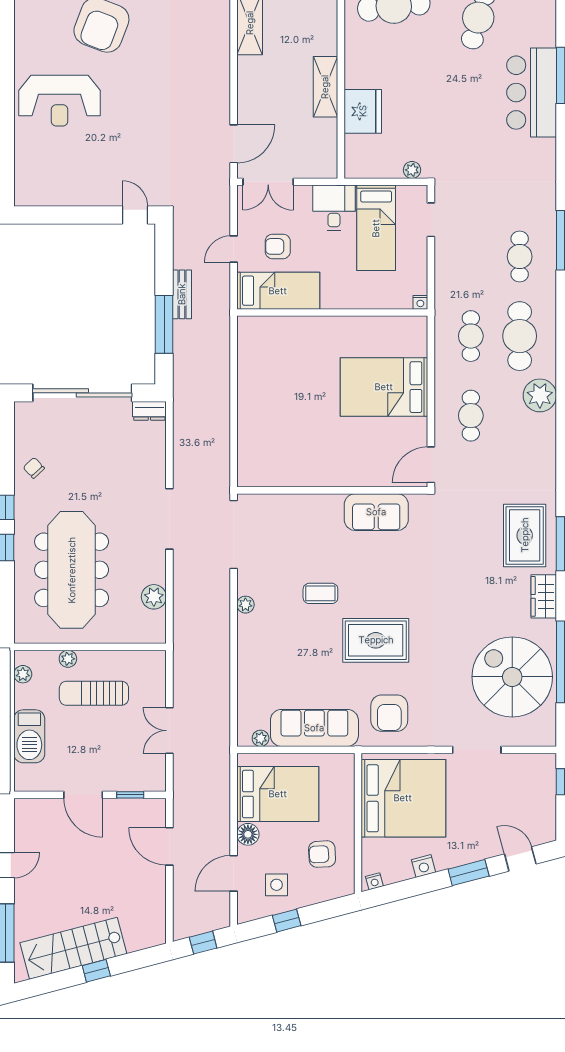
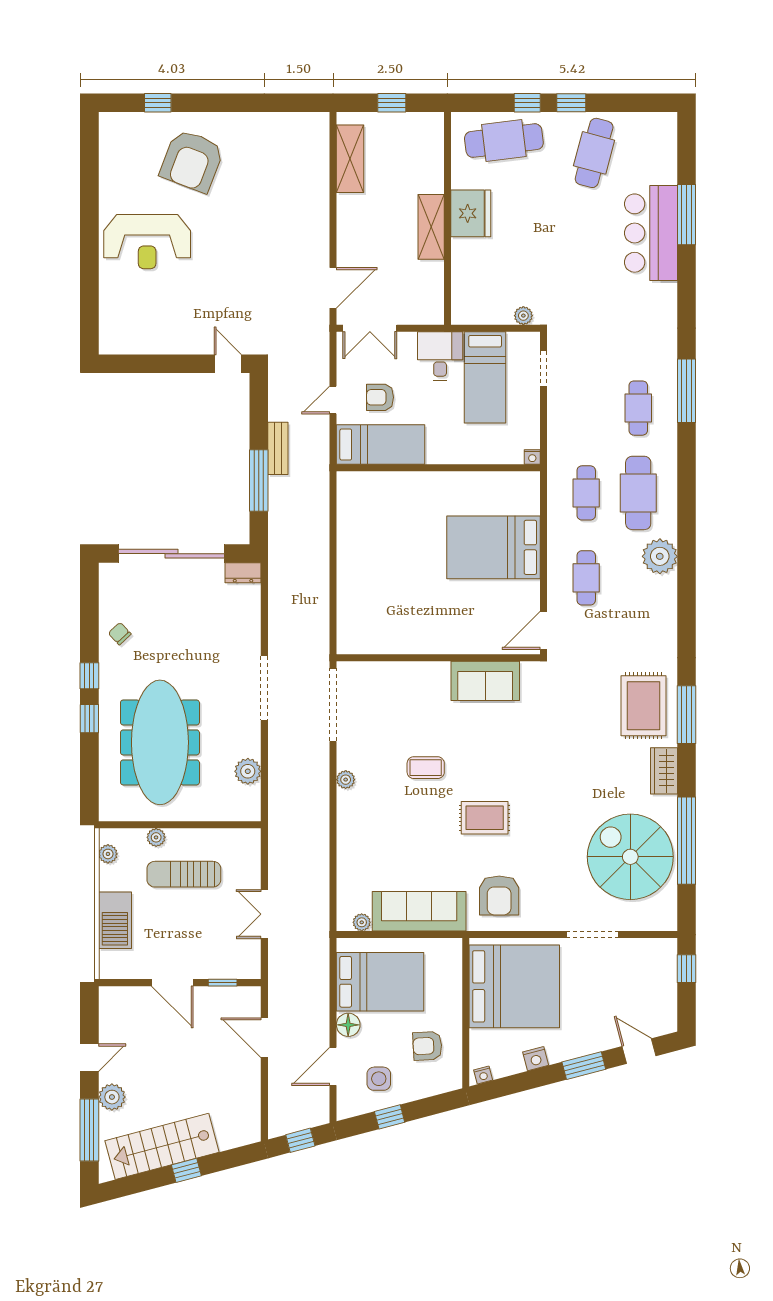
fridge: (363, 111) -> (471, 213), moved
rug: (376, 640) -> (485, 818), width x0.73, depth x0.70
plant: (27, 902) -> (112, 1097), added

